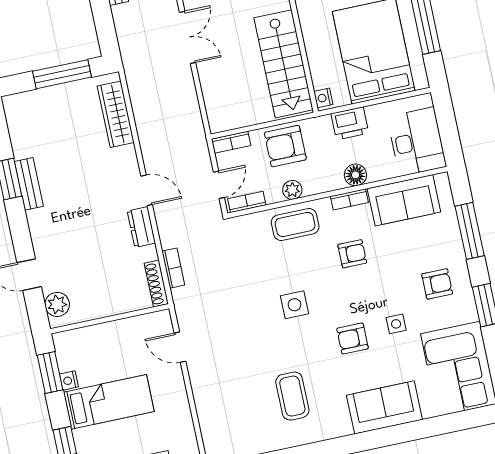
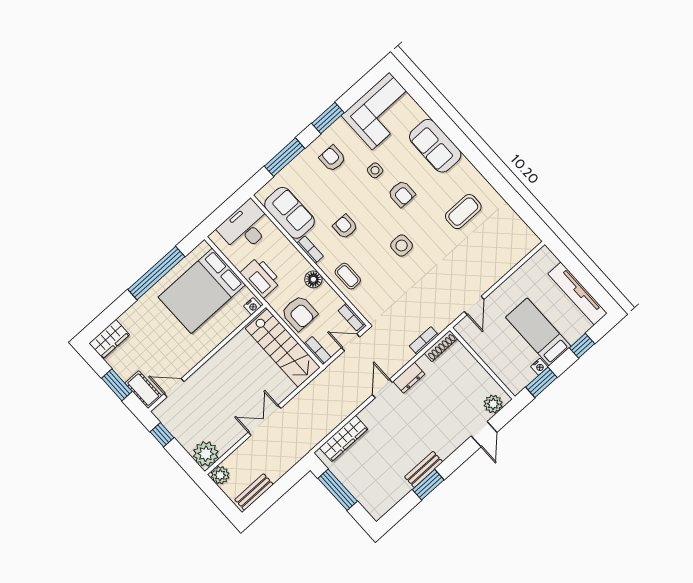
stairs: (284, 64) -> (283, 348), moved, turned 90
printer: (350, 123) -> (261, 277), width x1.37, depth x1.19
floor lamp: (355, 175) -> (313, 279), moved
plant: (292, 190) -> (326, 291), removed
coffee table: (295, 224) -> (348, 276), width x0.73, depth x0.77

